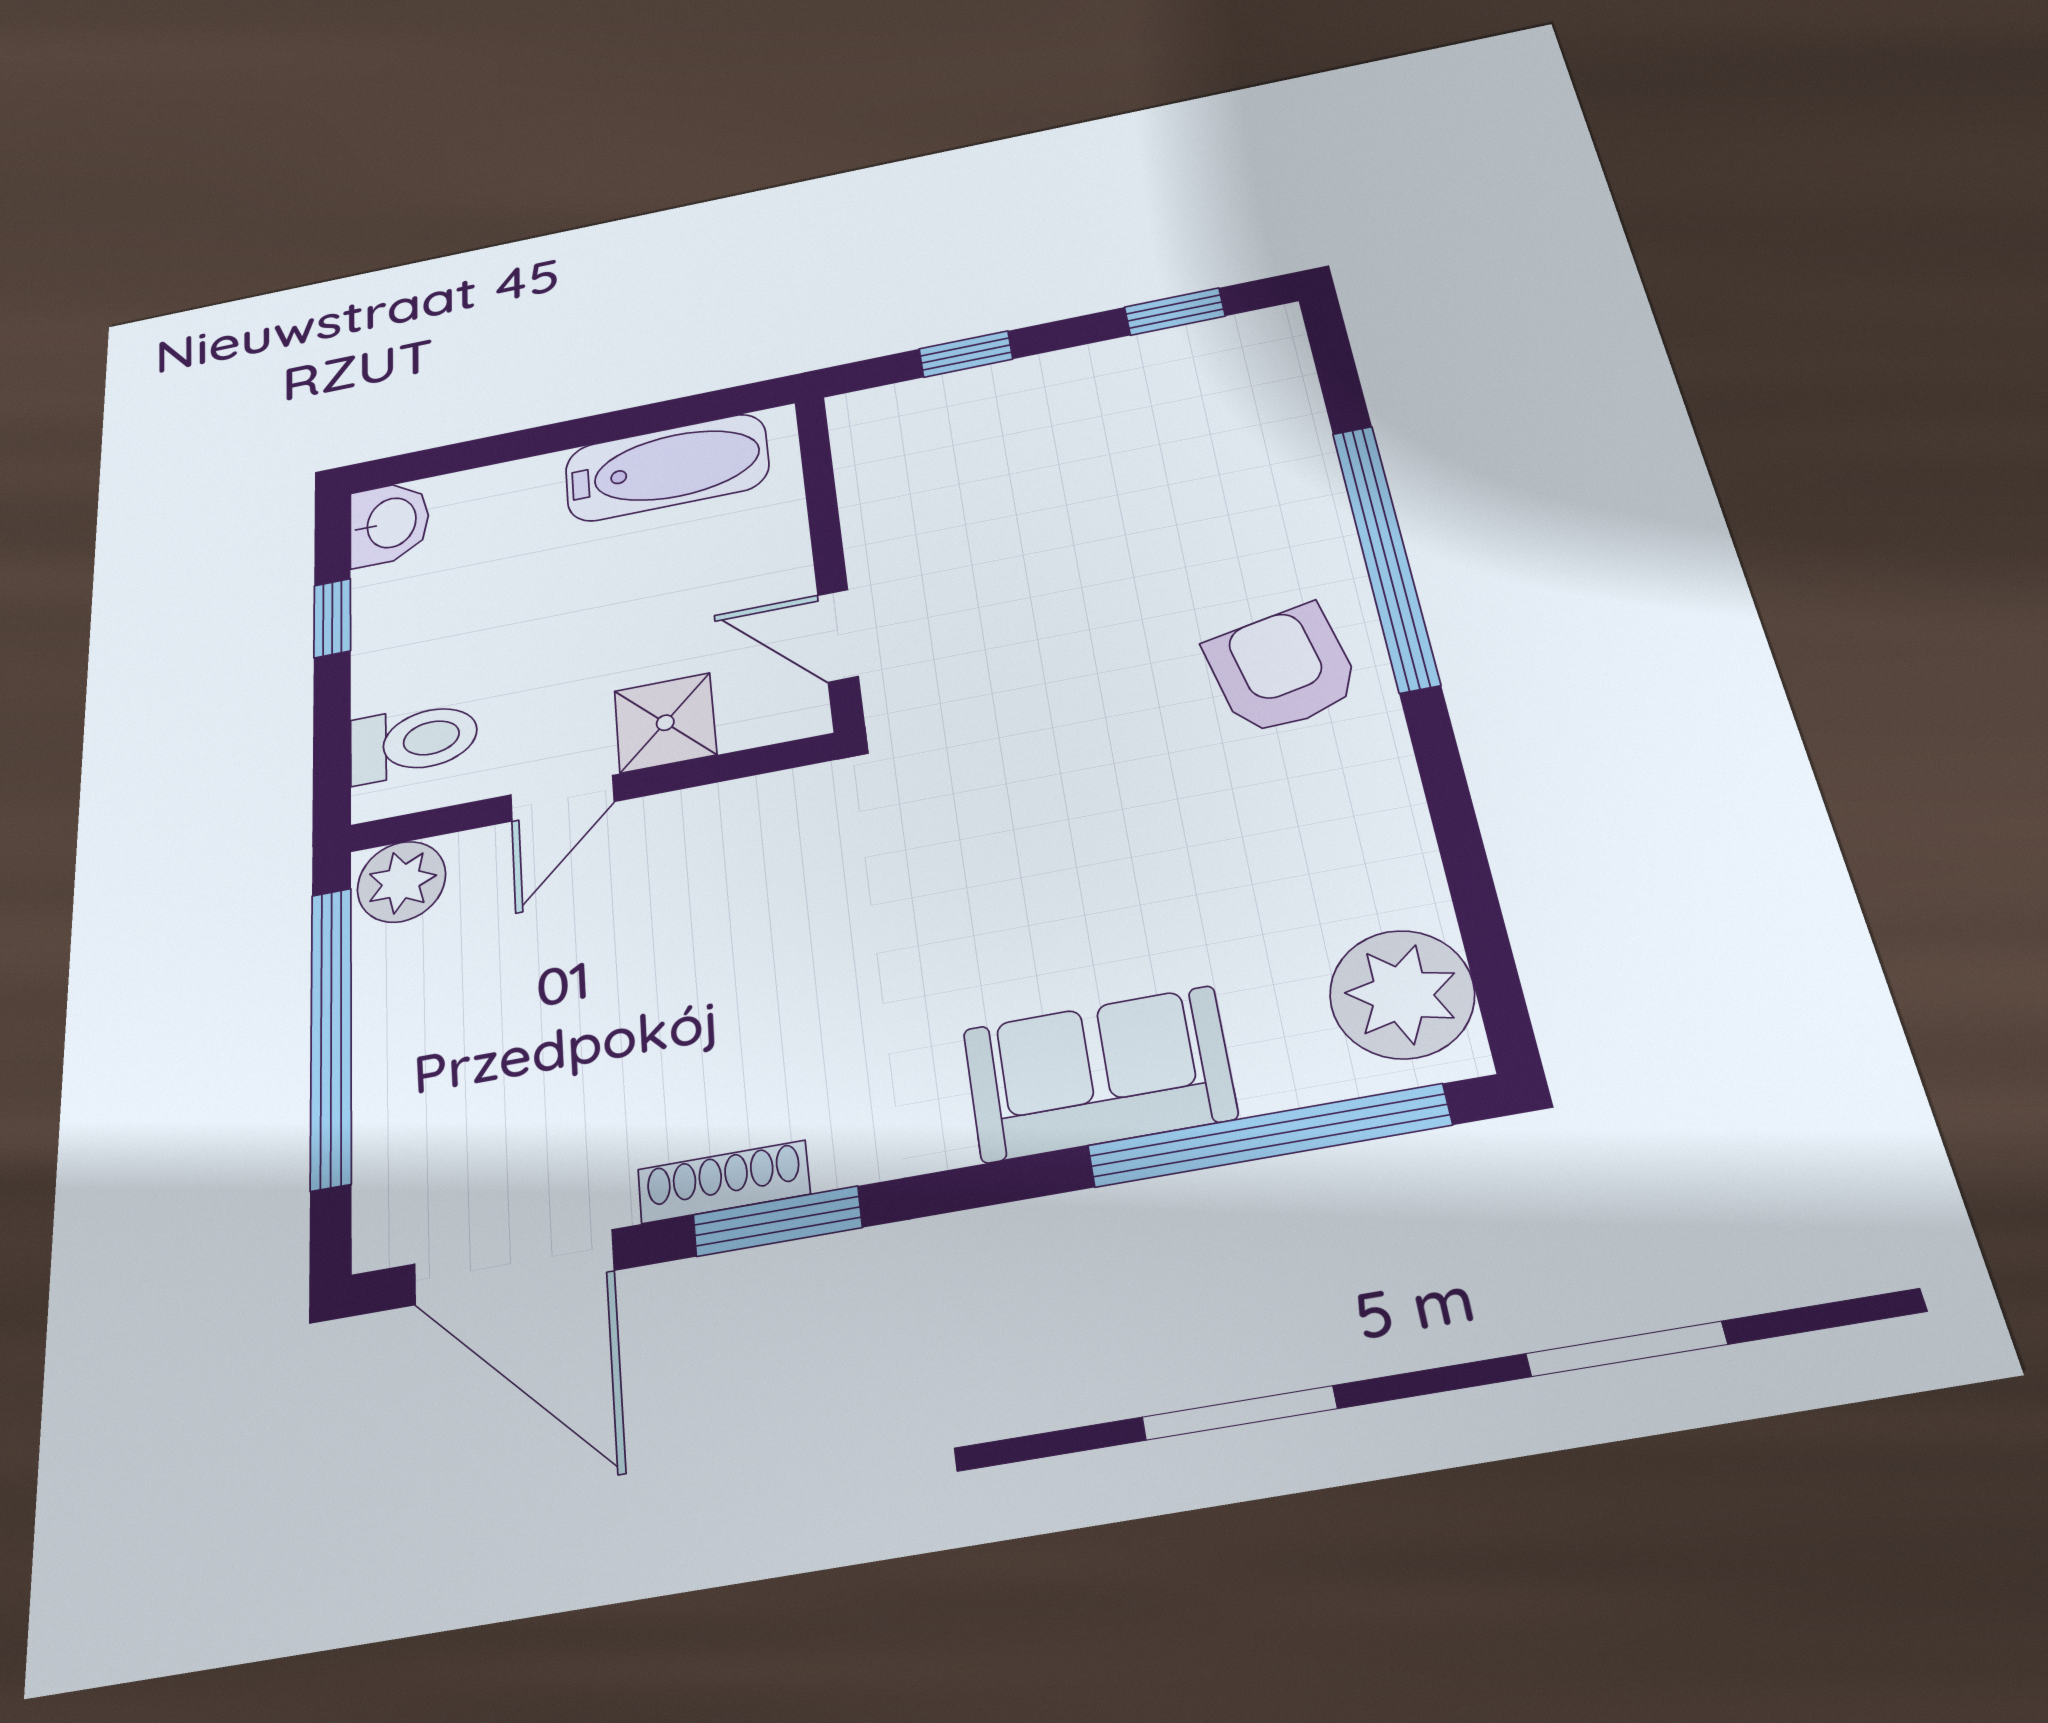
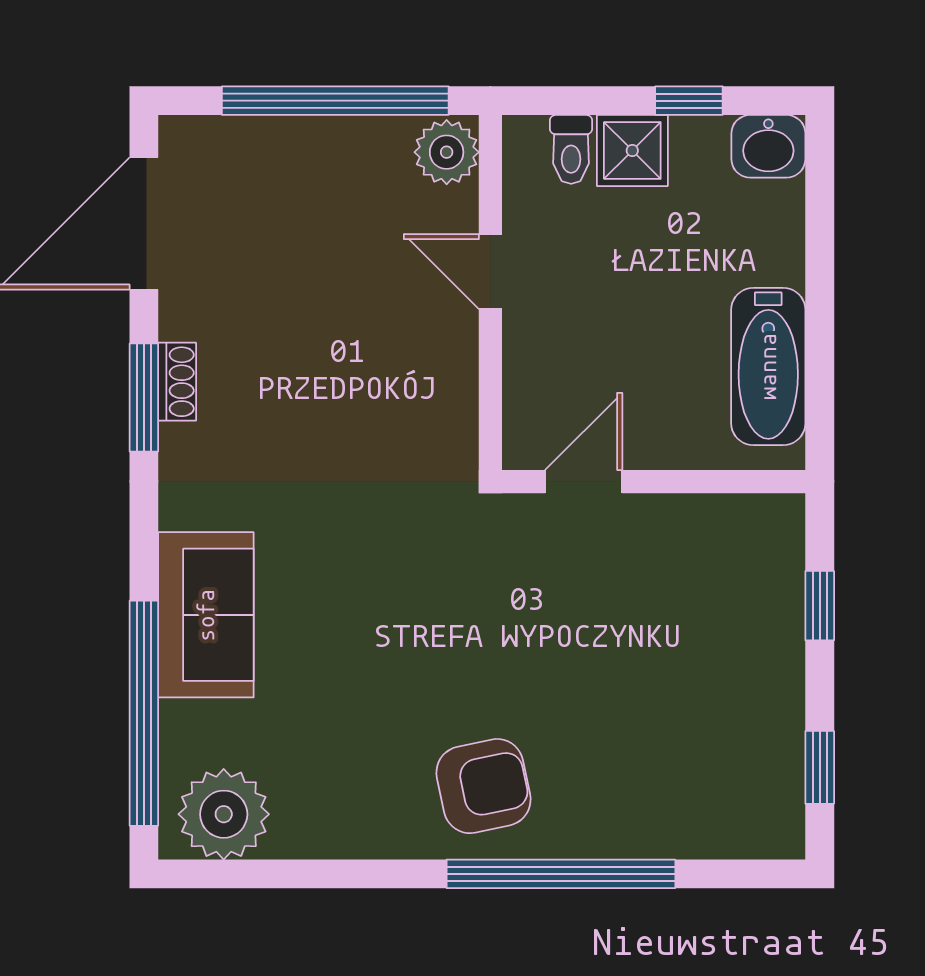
shower: (665, 723) -> (632, 151), moved
toilet: (414, 741) -> (571, 149), width x0.73, depth x0.72
shoe rack: (724, 1182) -> (177, 382), width x0.70

